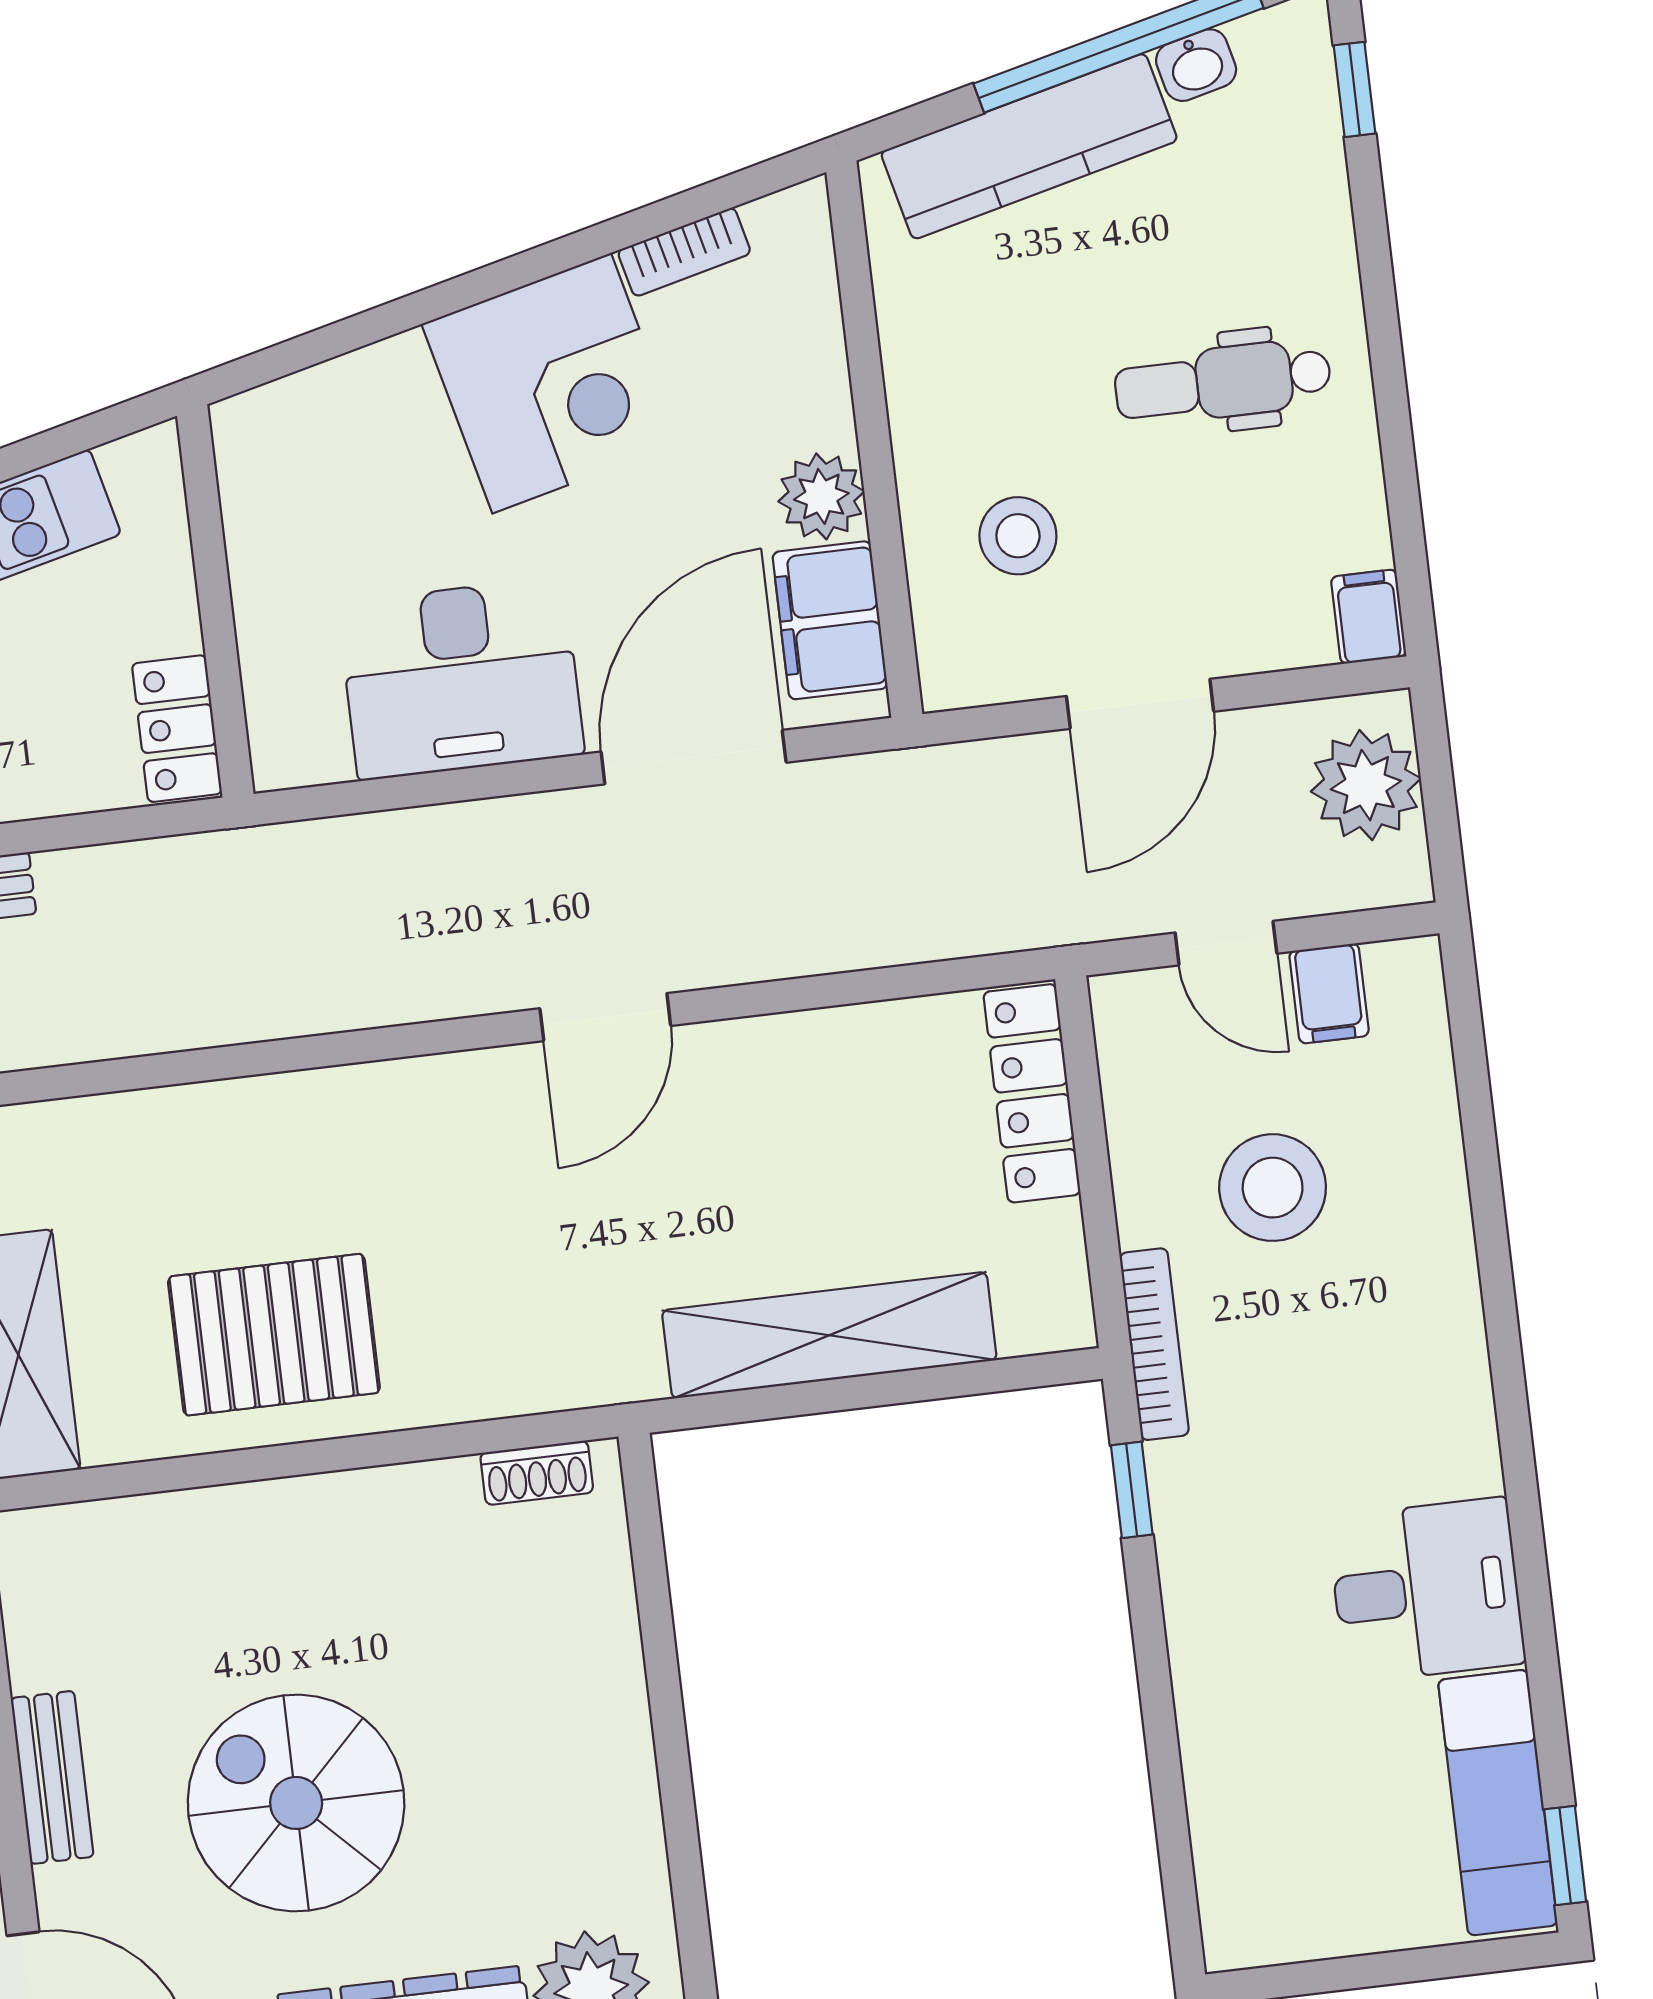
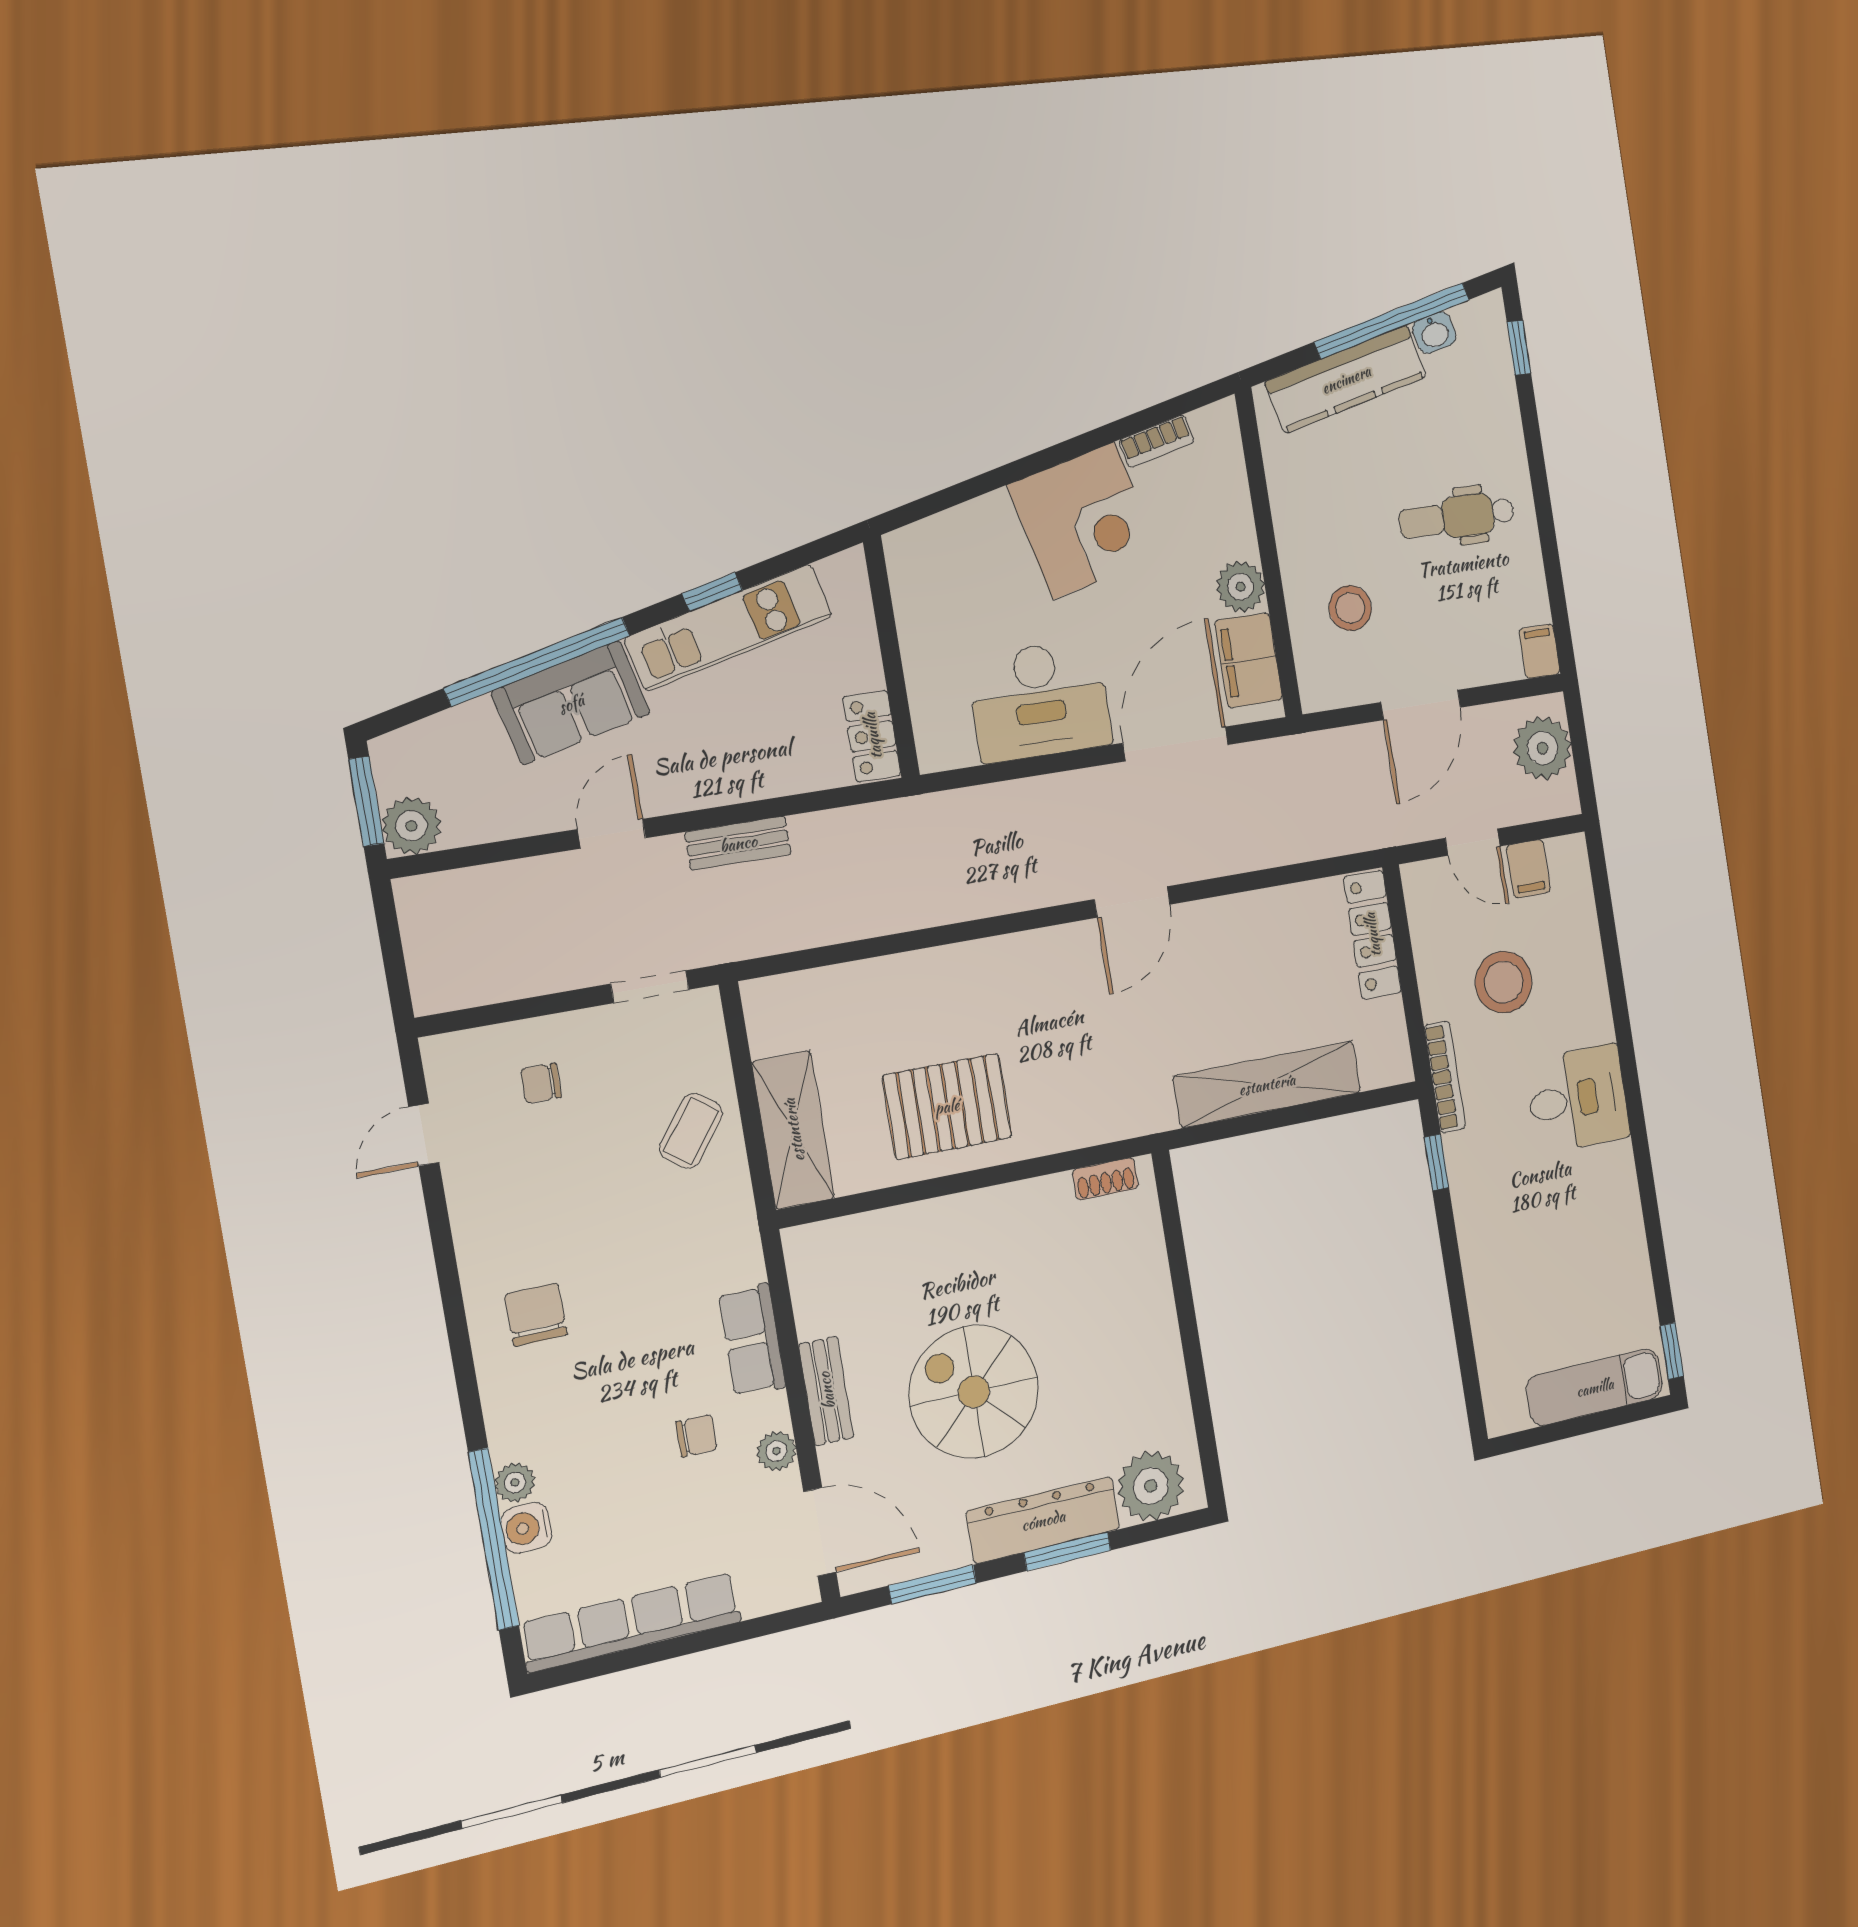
desk: (1426, 1590) -> (1577, 1099), moved
exam couch: (1498, 1803) -> (1595, 1387), moved, turned 90

